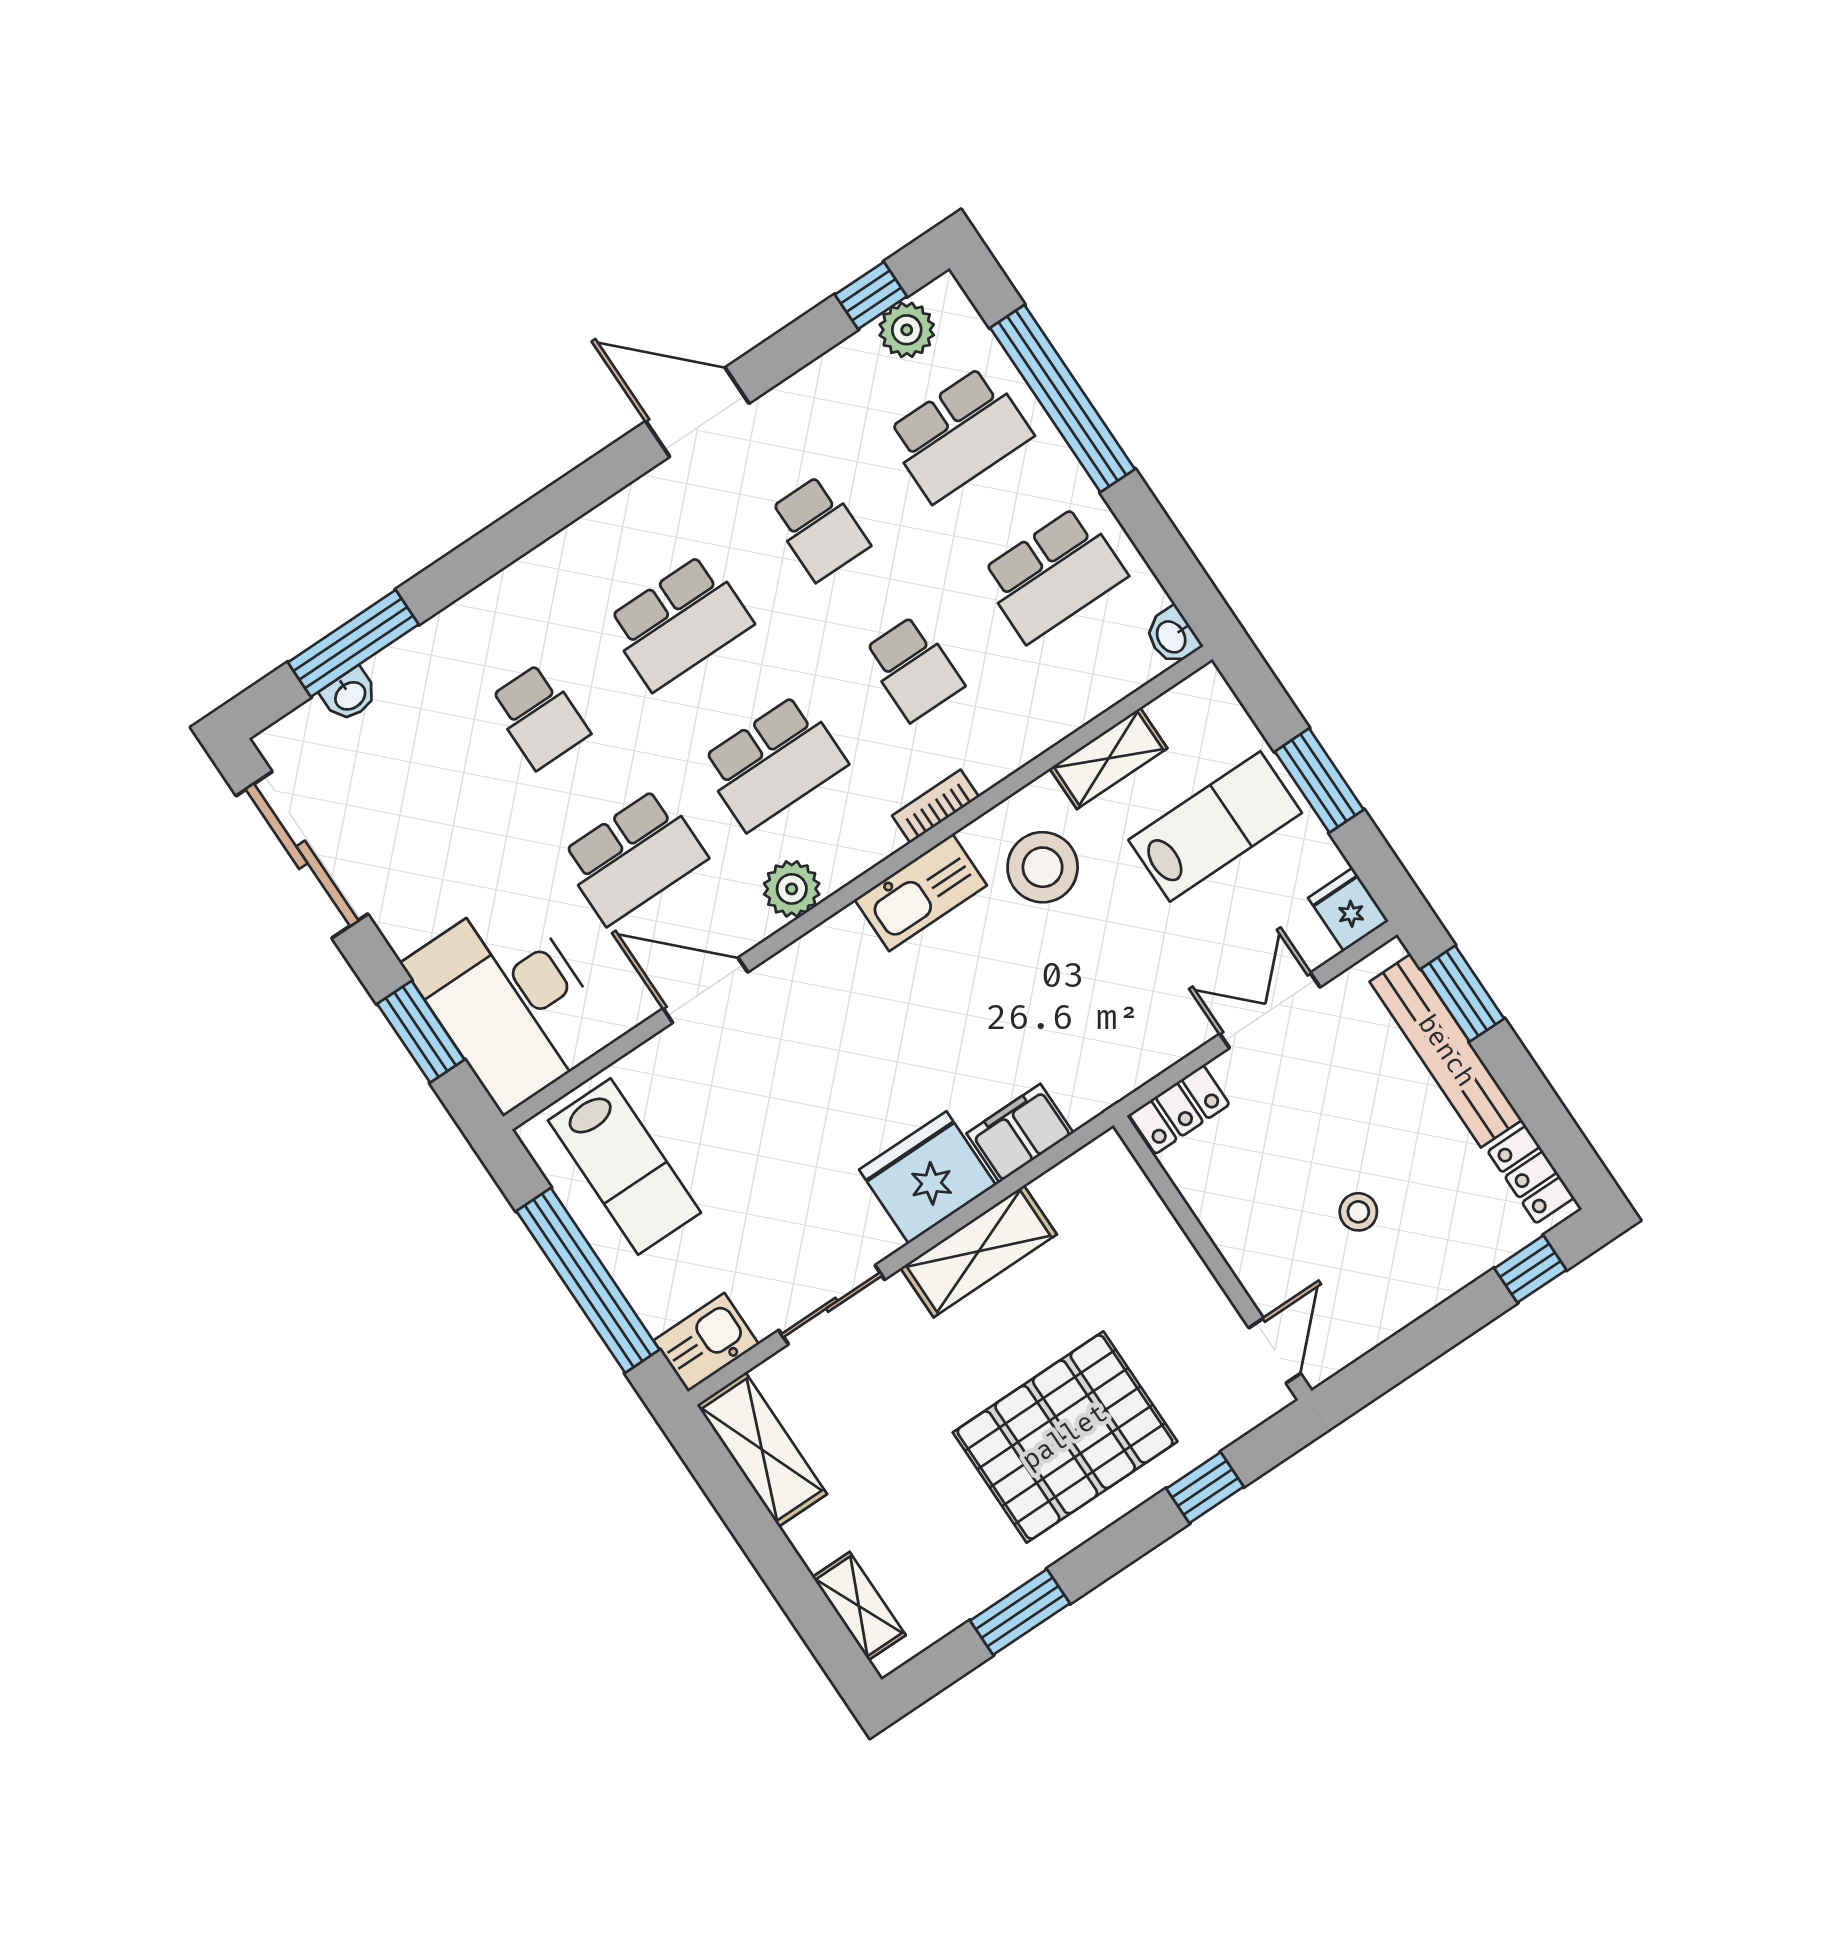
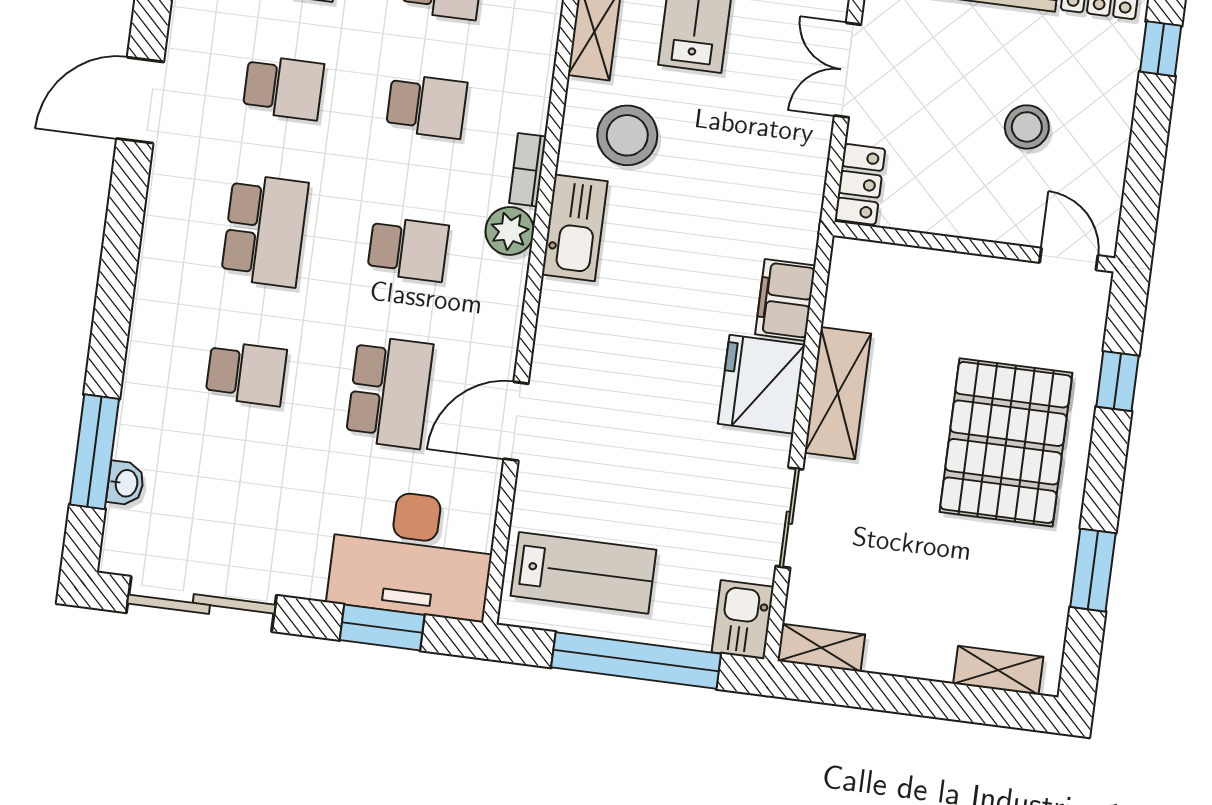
school desk: (773, 762) -> (408, 249), width x0.54
plant: (792, 889) -> (510, 231), moved
stool: (1358, 1212) -> (1027, 127), width x1.37, depth x1.37
shelving: (762, 1449) -> (821, 648), width x0.67, depth x0.75

